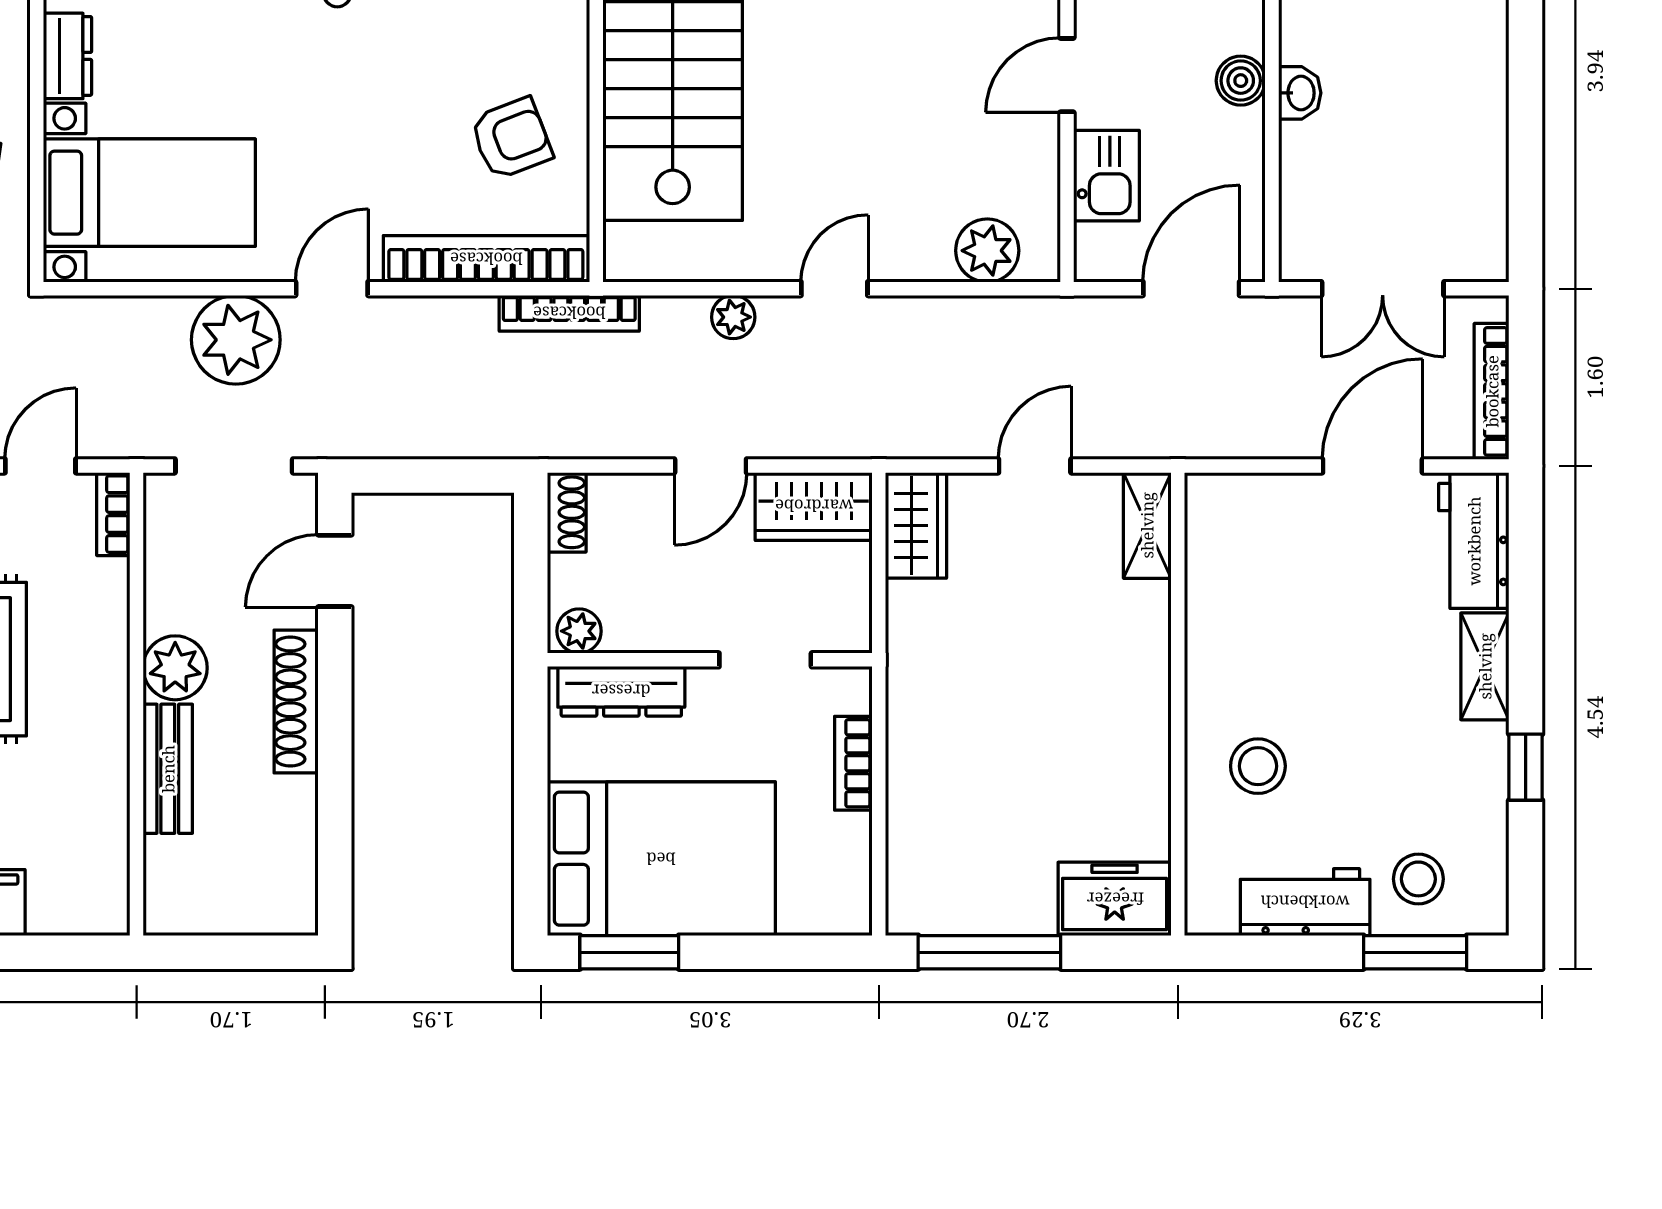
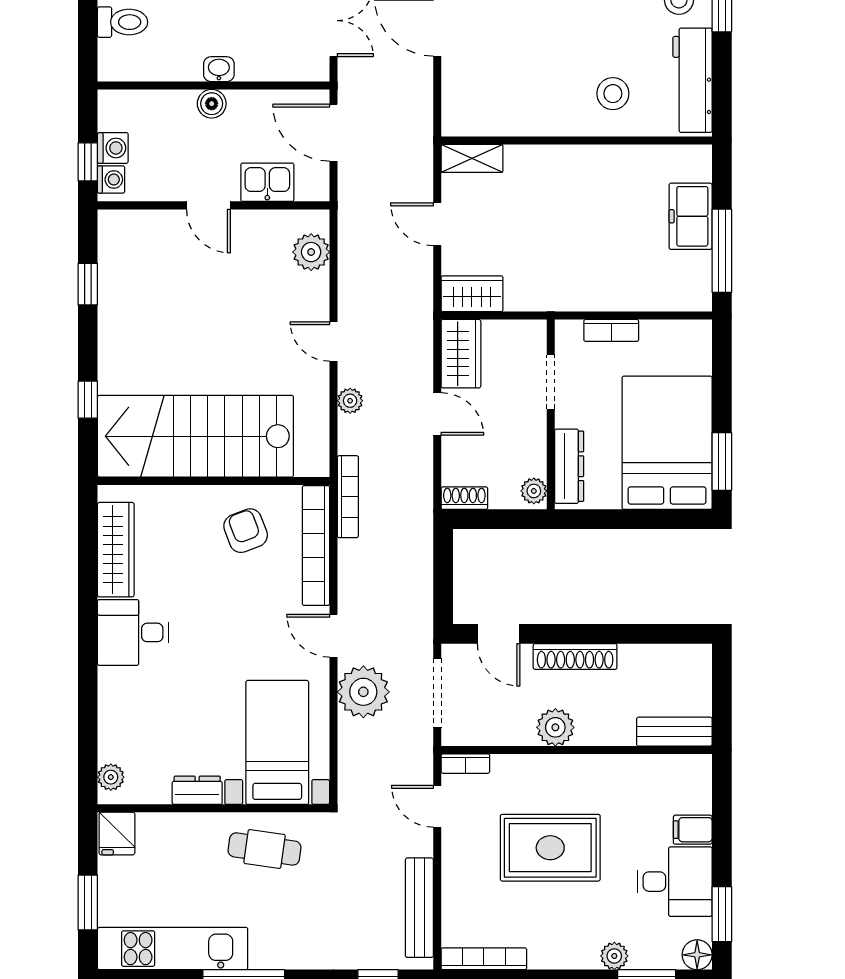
bench: (168, 769) -> (674, 732), moved
freezer: (1115, 899) -> (691, 216), moved
workbench: (1305, 902) -> (692, 80), width x1.38

